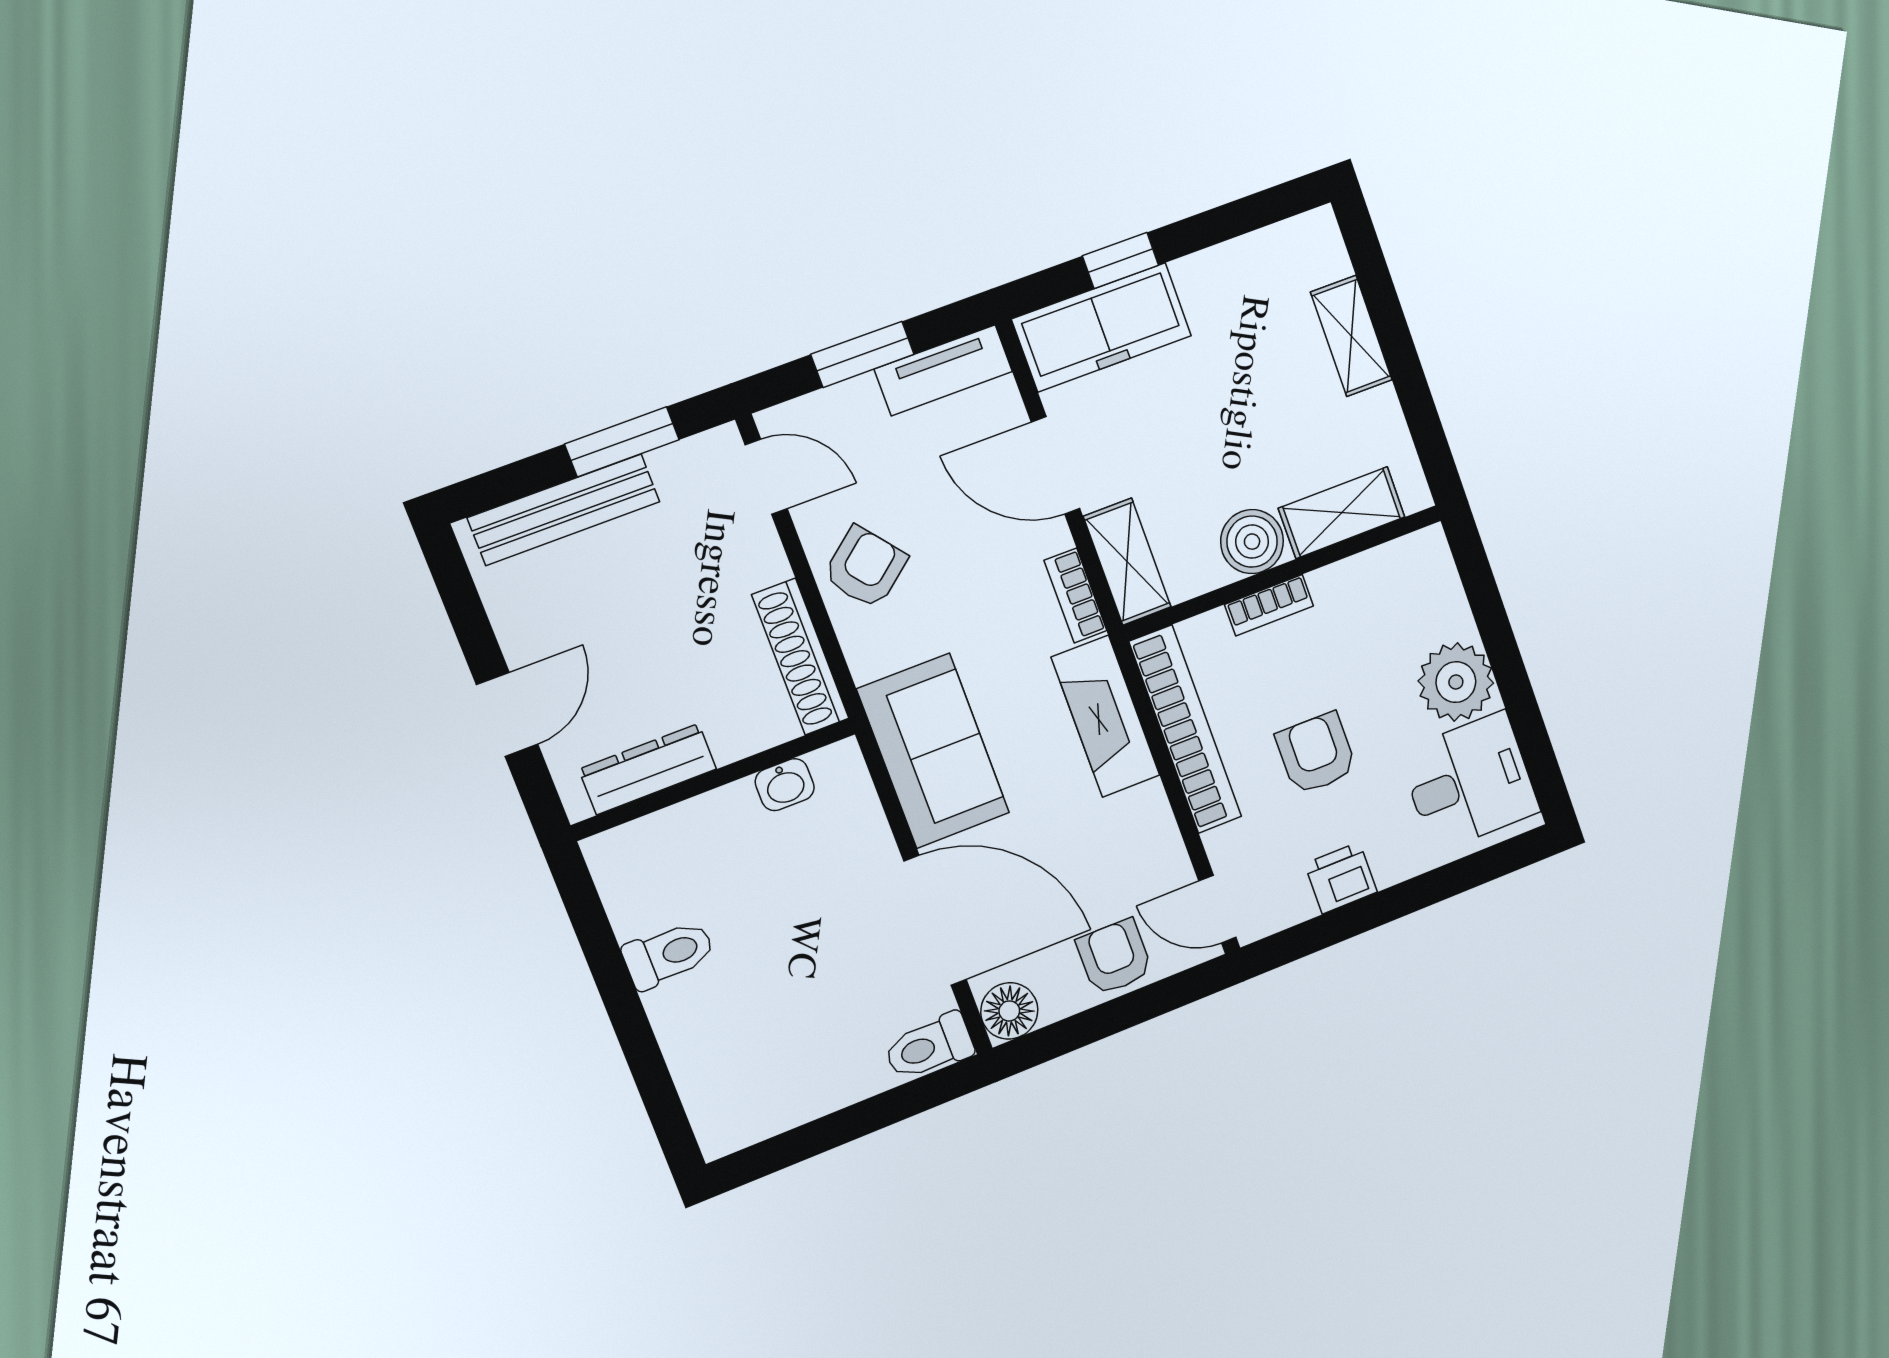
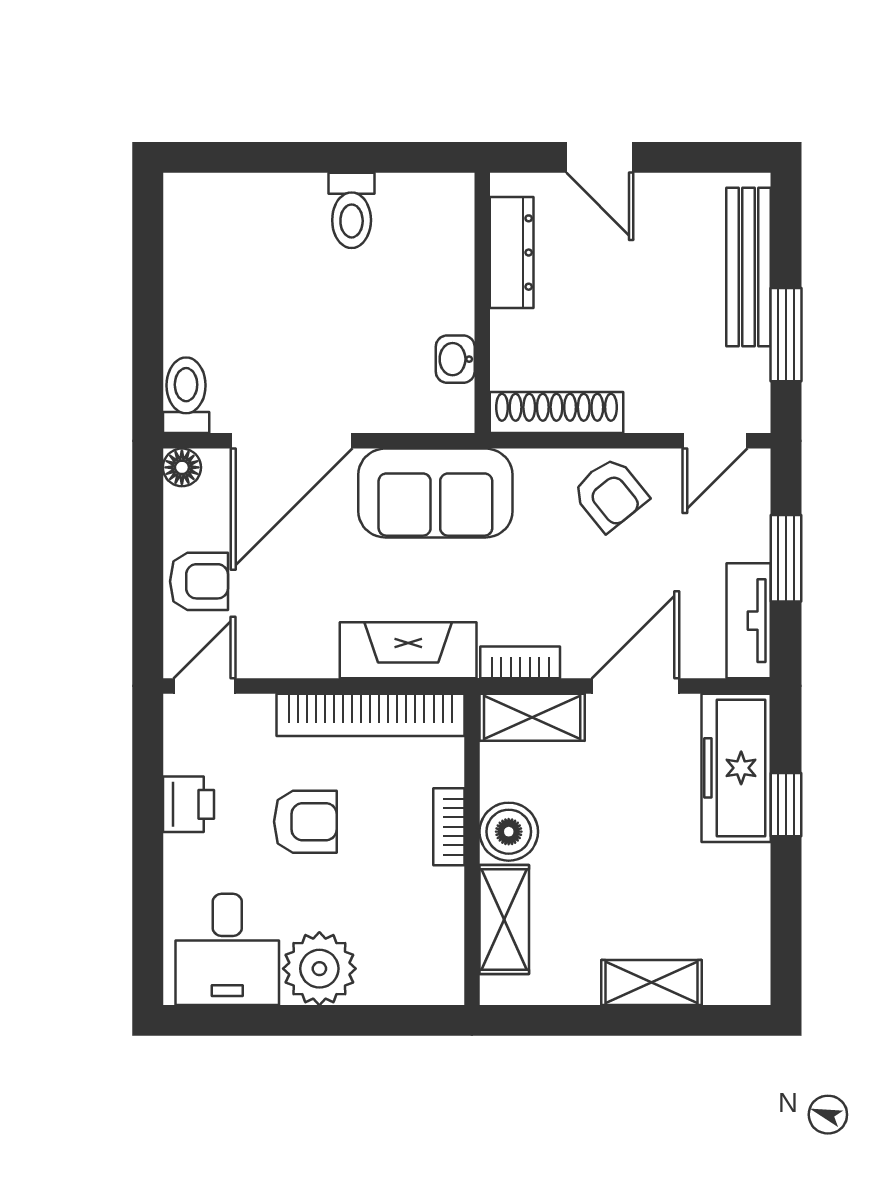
floor lamp: (1009, 1011) -> (182, 467), width x0.73, depth x0.73

